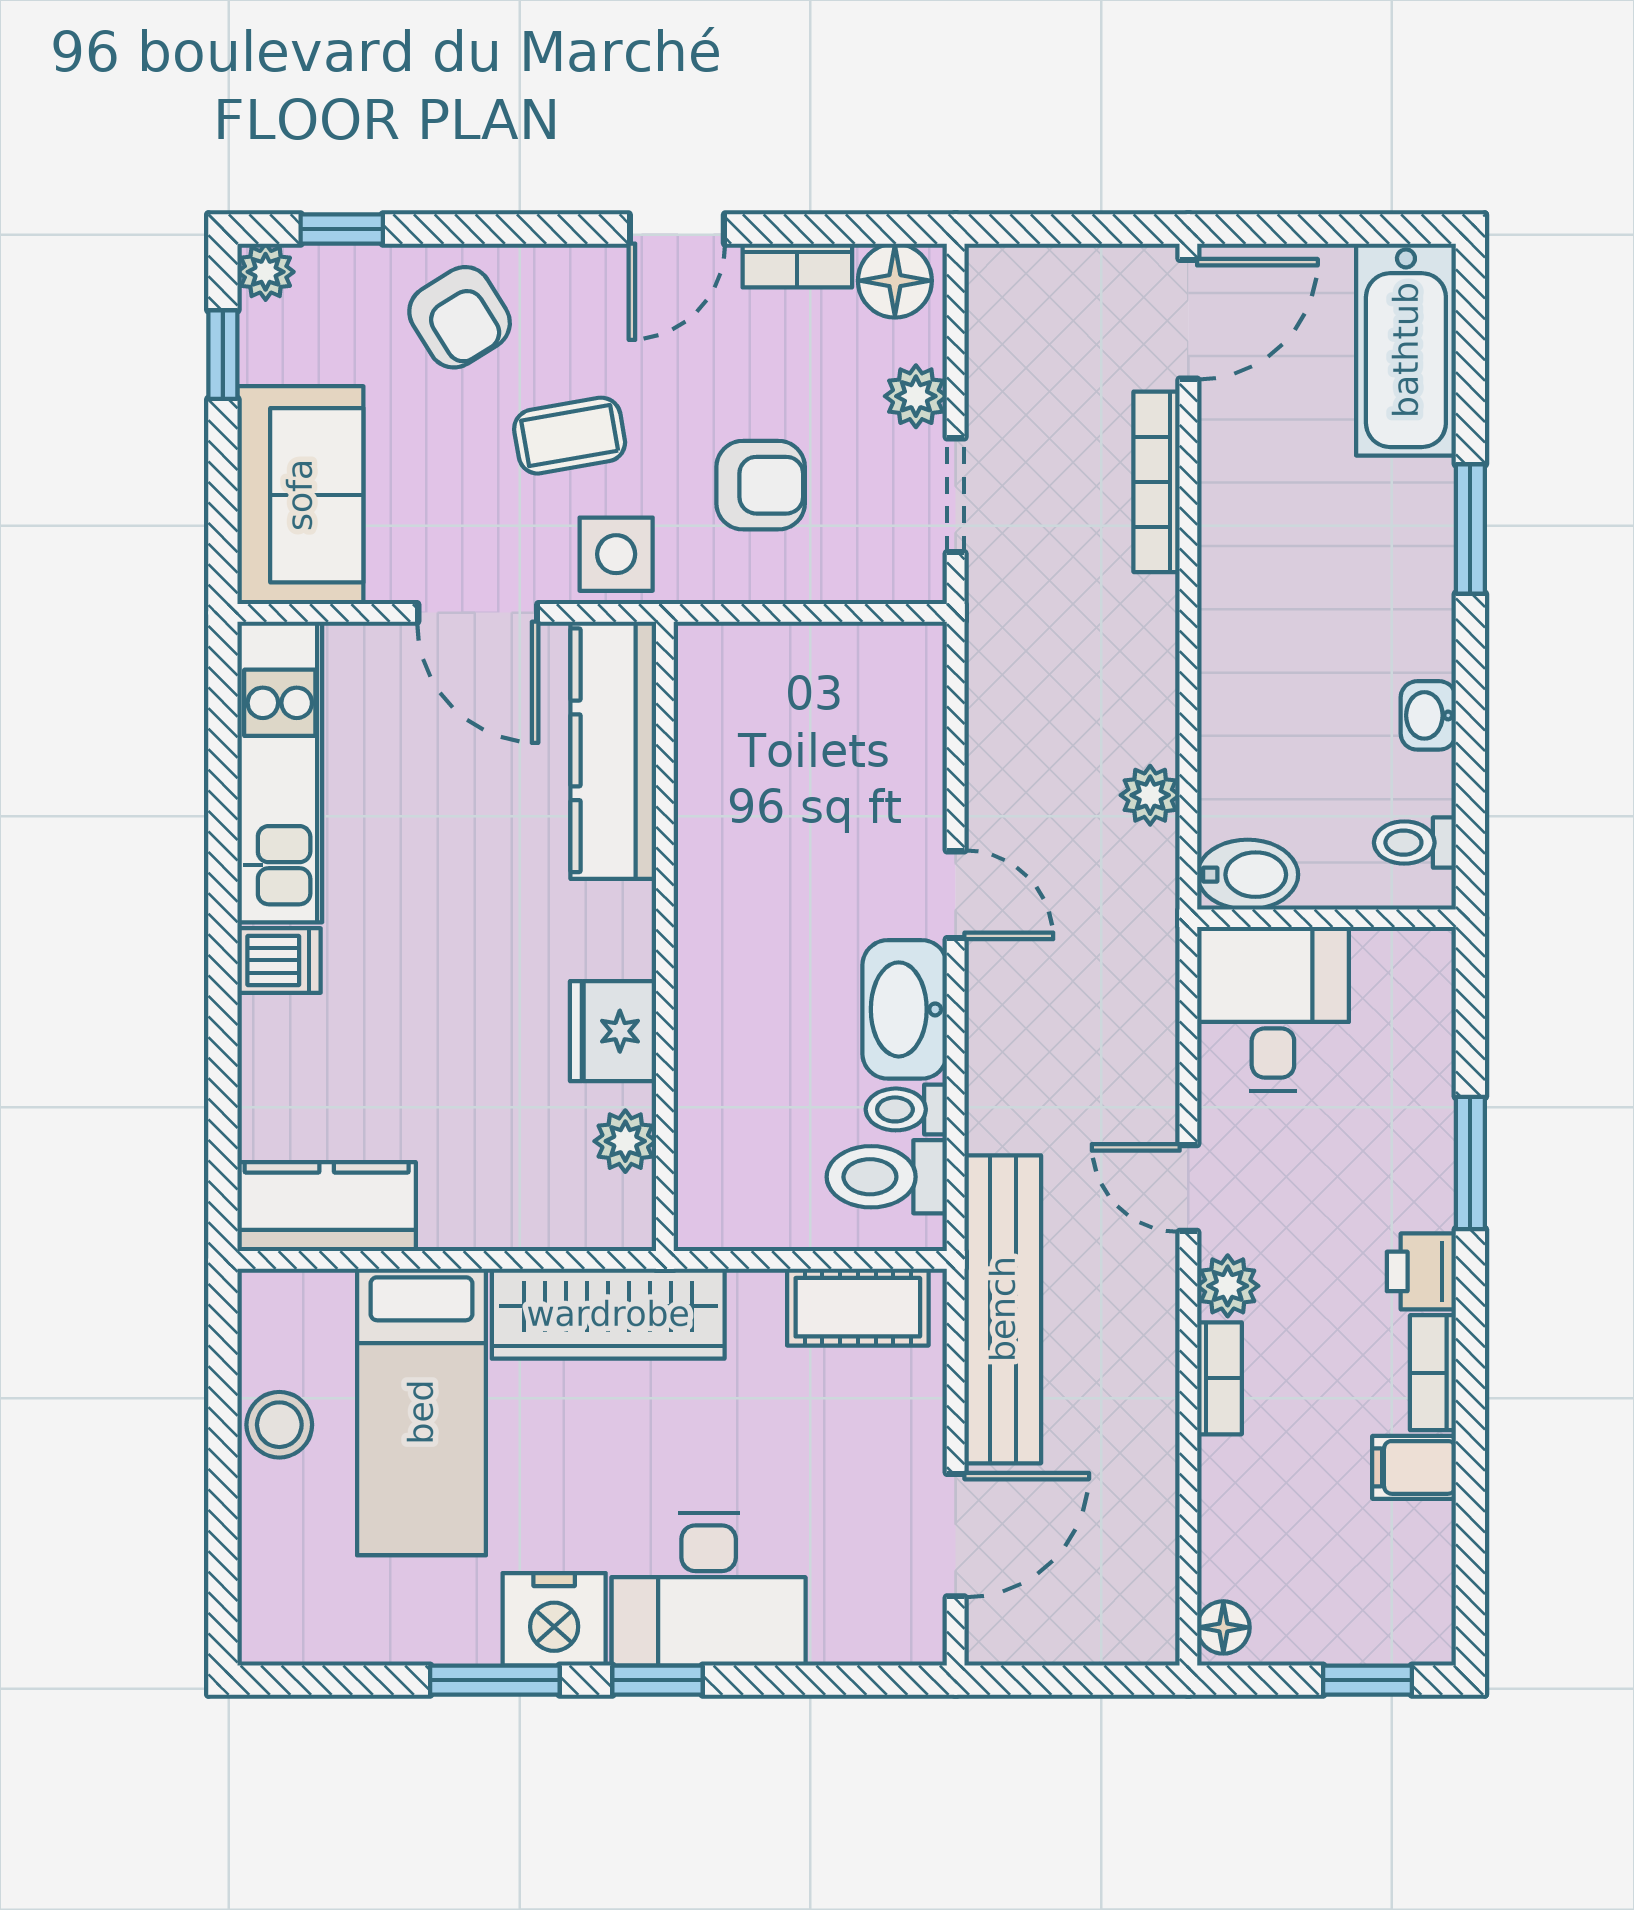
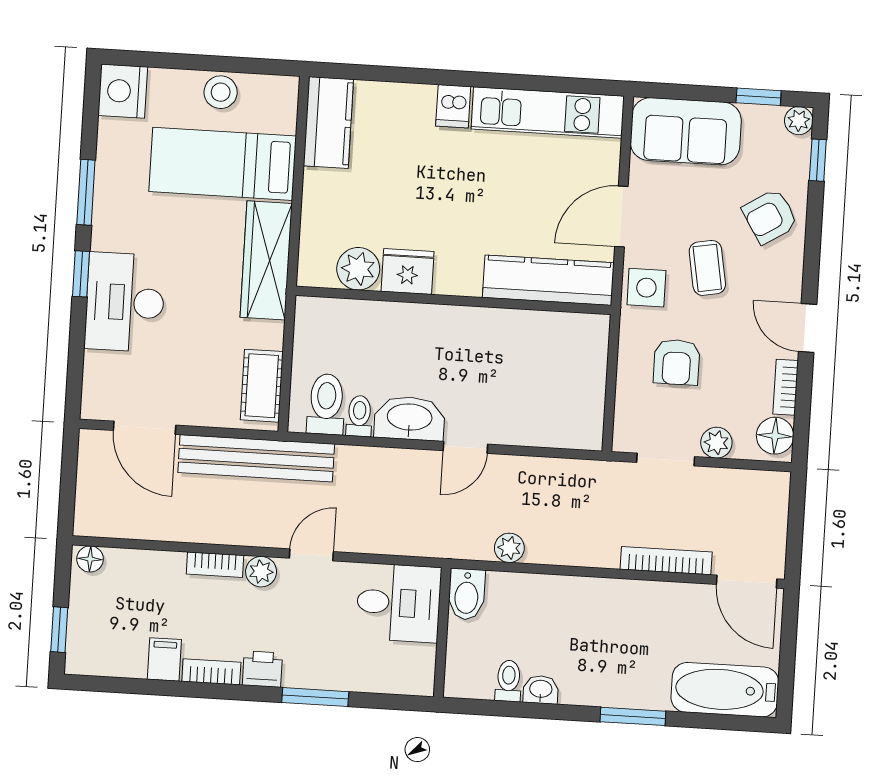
toilet: (1415, 843) -> (509, 681), moved
plant: (625, 1141) -> (358, 269), width x1.38, depth x1.38
nightstand: (554, 1619) -> (123, 91), moved

